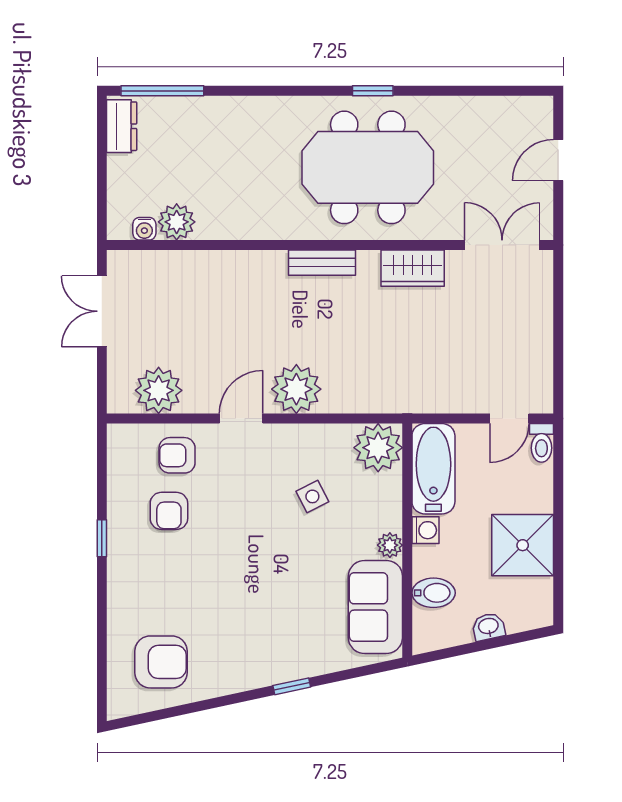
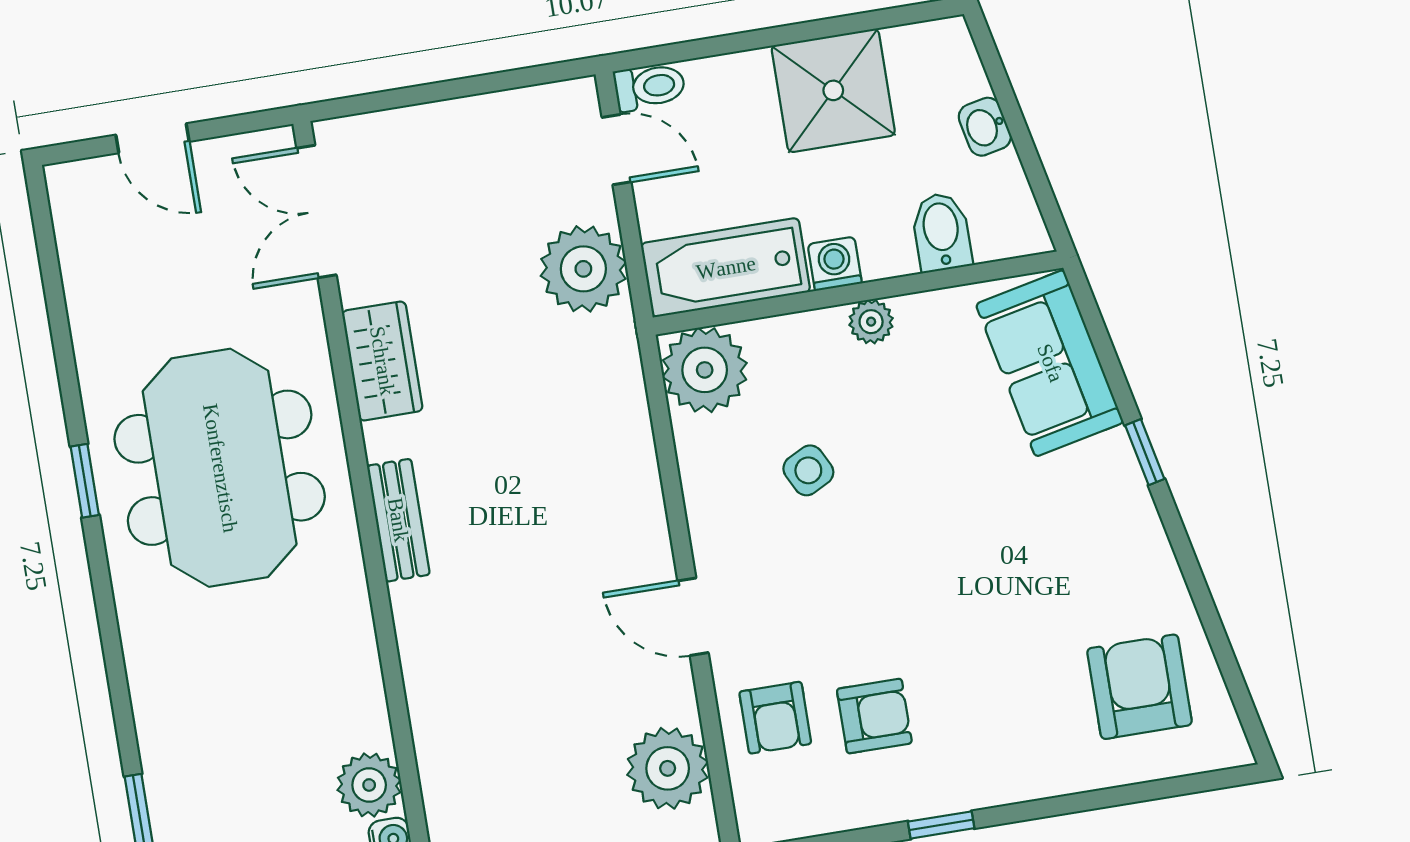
plant: (296, 389) -> (583, 269), moved
sofa: (375, 607) -> (1050, 363), moved, turned 78

